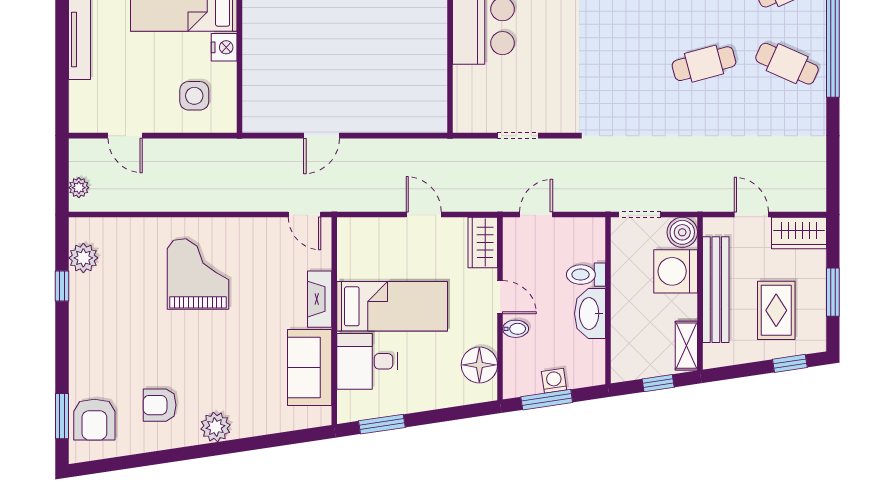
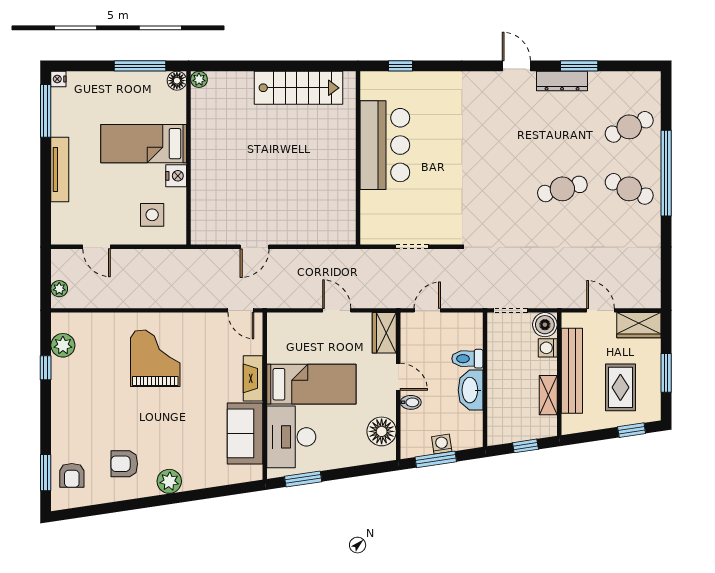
washing machine: (676, 271) -> (548, 348), width x0.53, depth x0.53
shelving: (686, 346) -> (548, 395), moved
desk: (367, 361) -> (291, 437), width x1.37
armchair: (94, 420) -> (72, 475), width x0.72, depth x0.72

